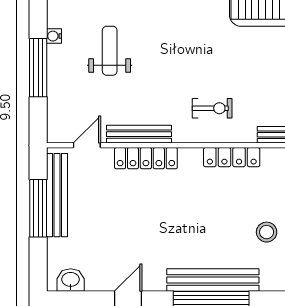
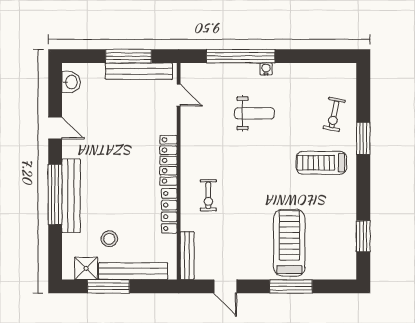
window: (38, 68) -> (241, 56), width x1.46
bench: (139, 134) -> (188, 137), removed
locker: (146, 158) -> (168, 160), moved

